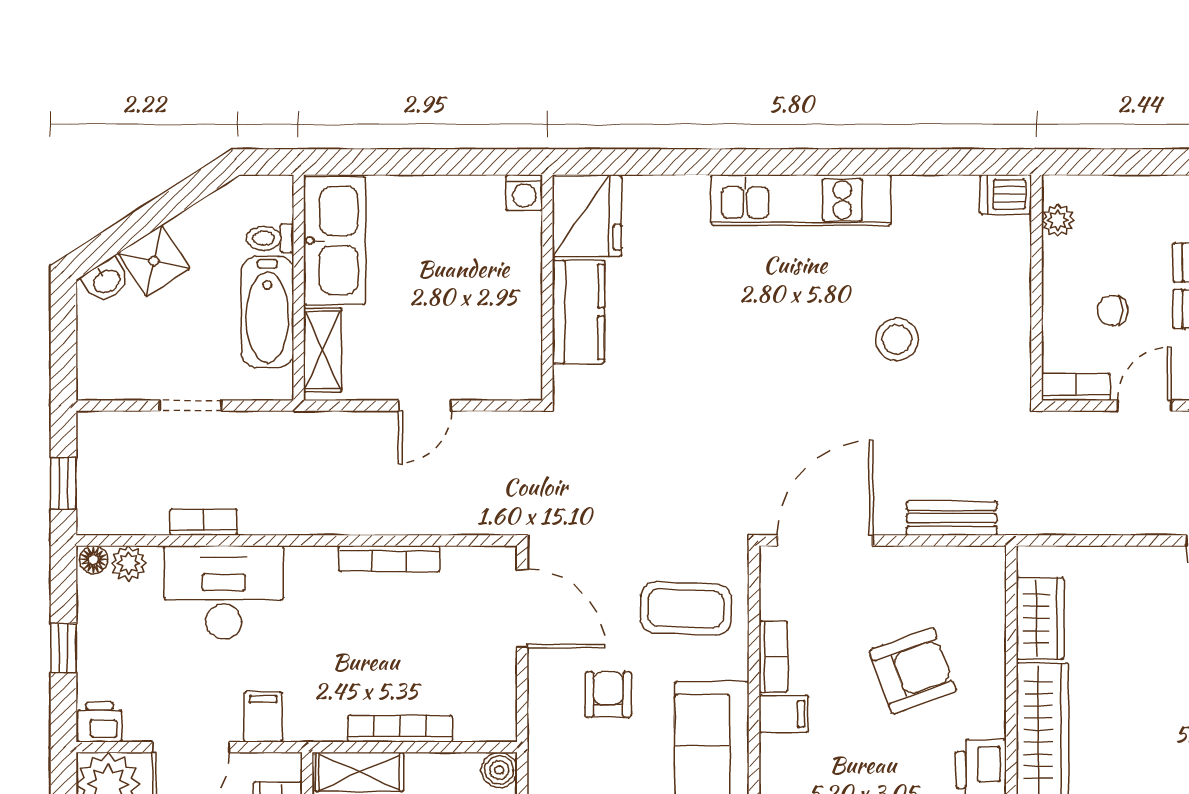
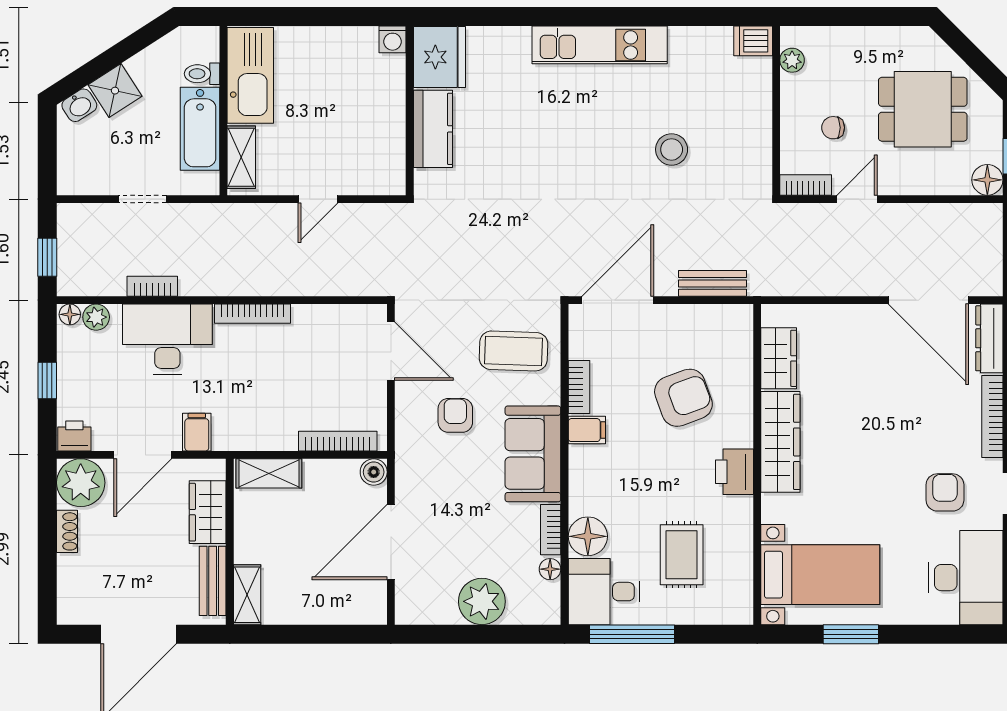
bookcase: (389, 559) -> (252, 314), moved
bookcase: (400, 729) -> (338, 441), moved

